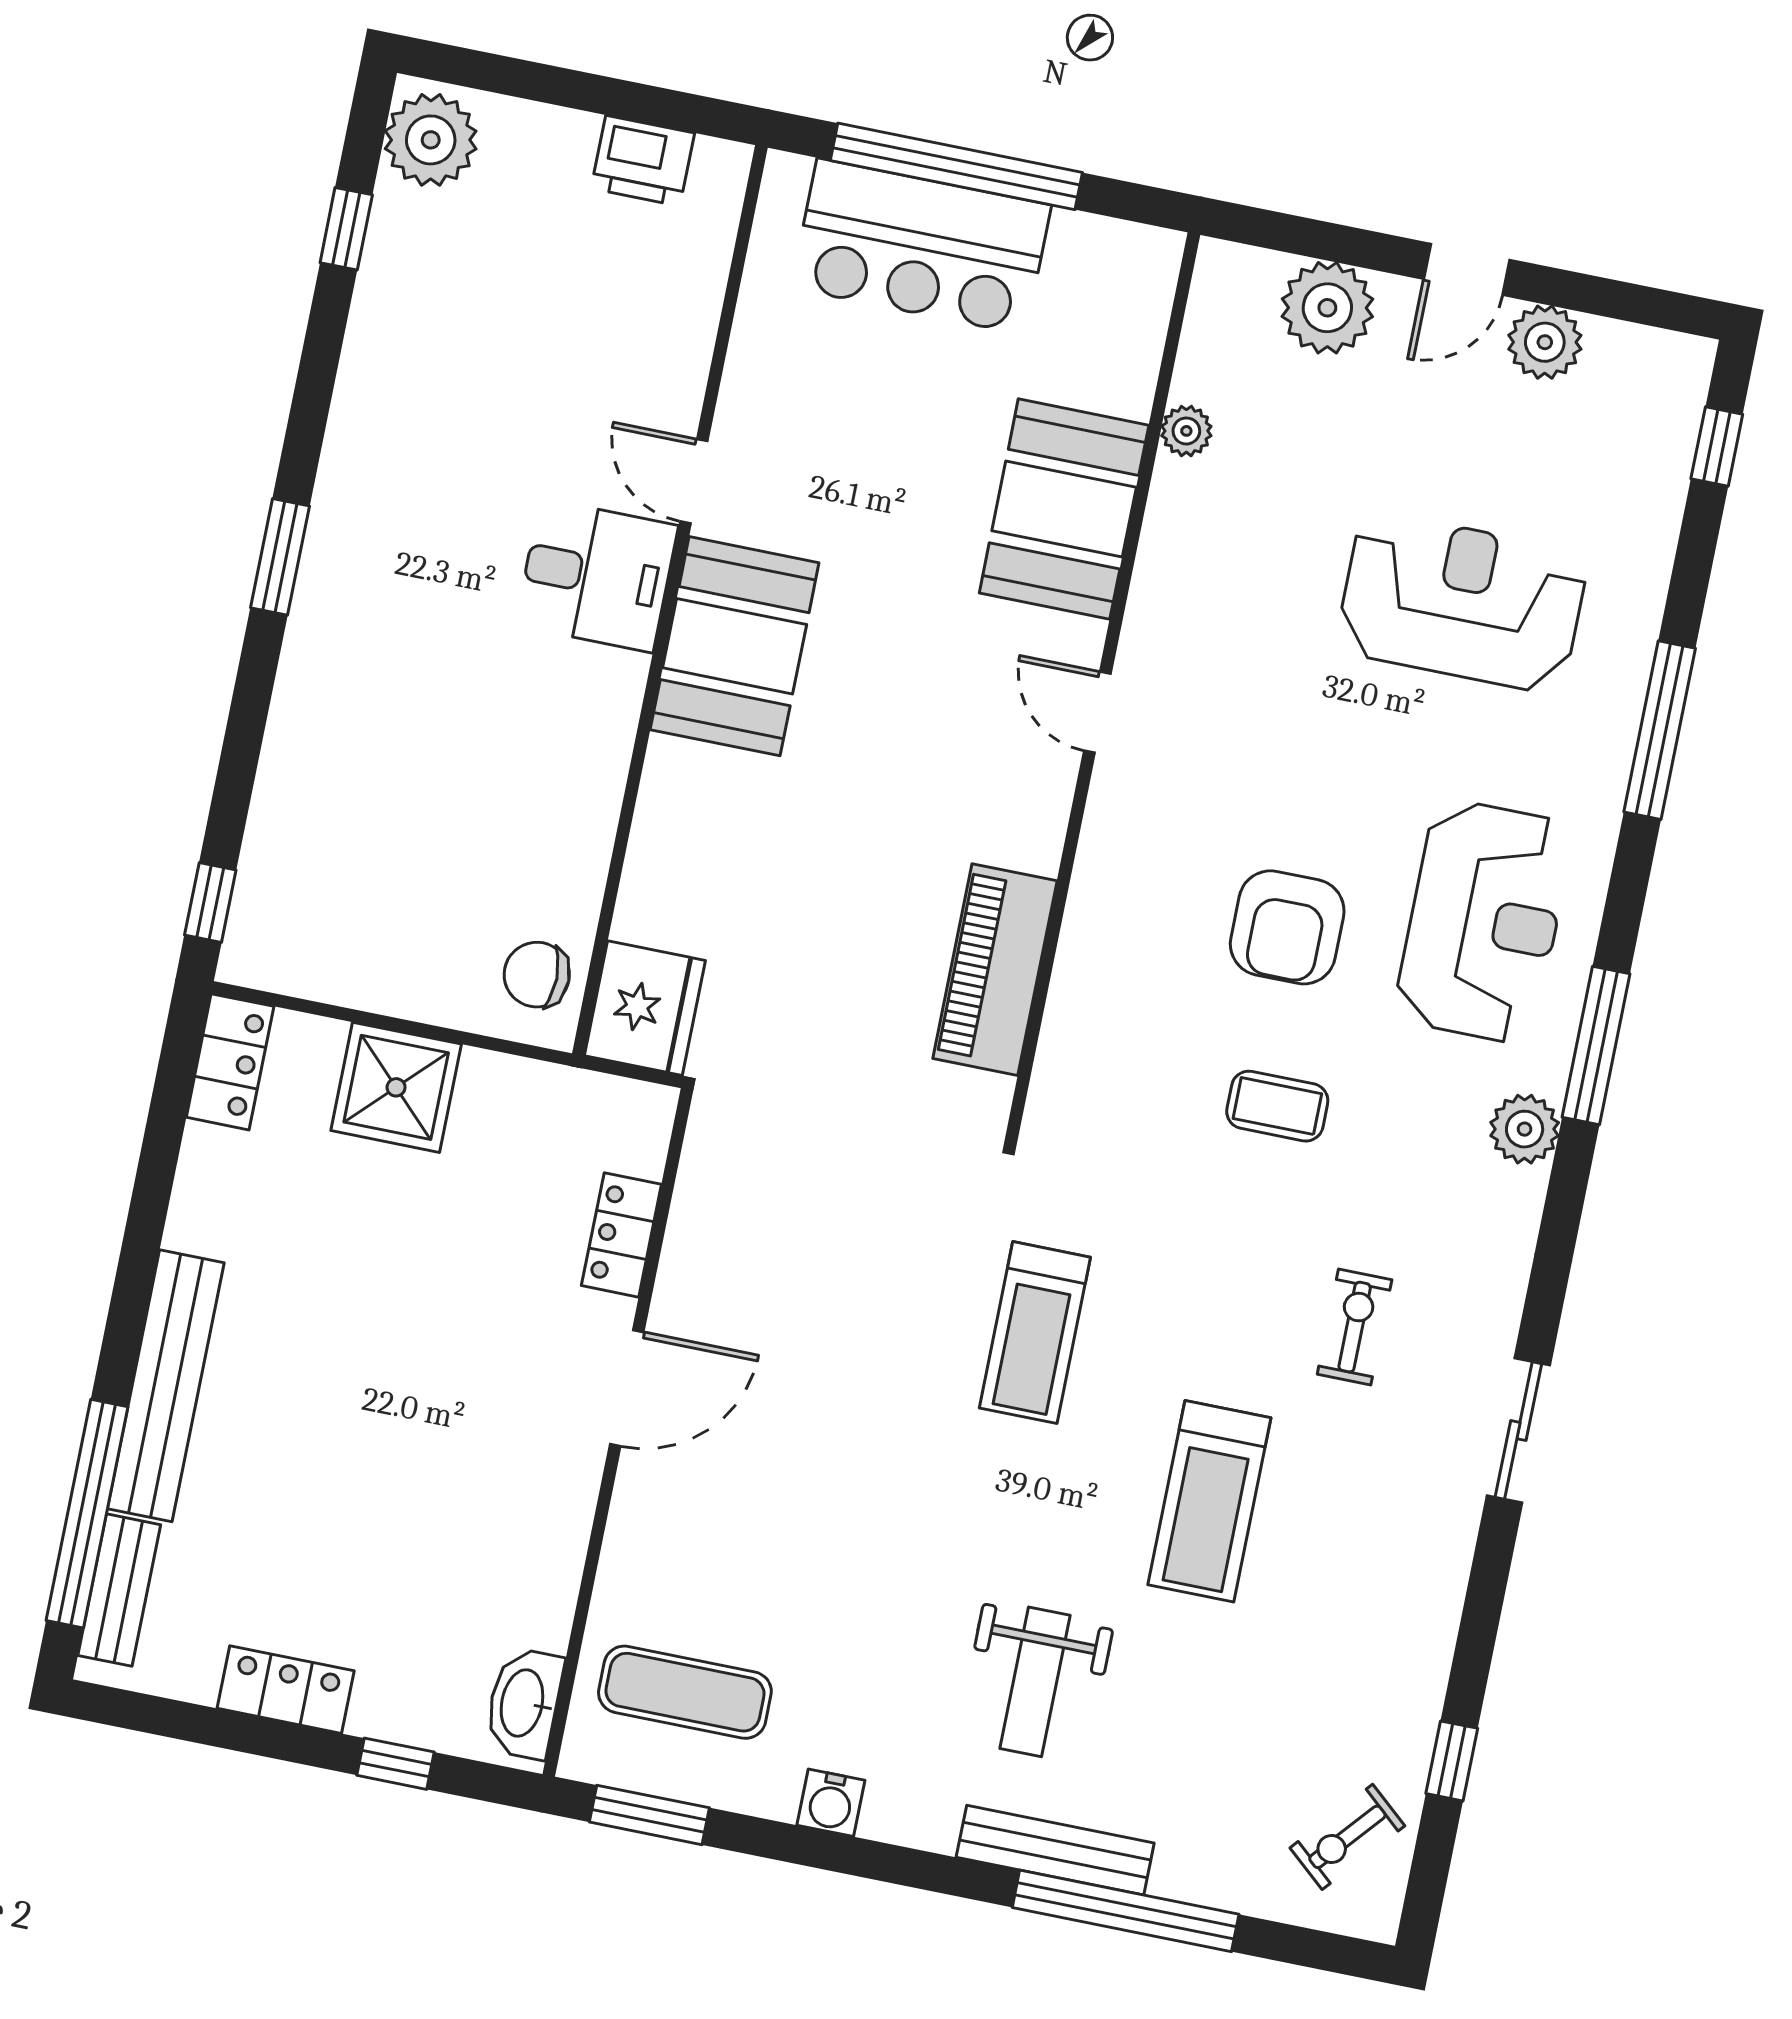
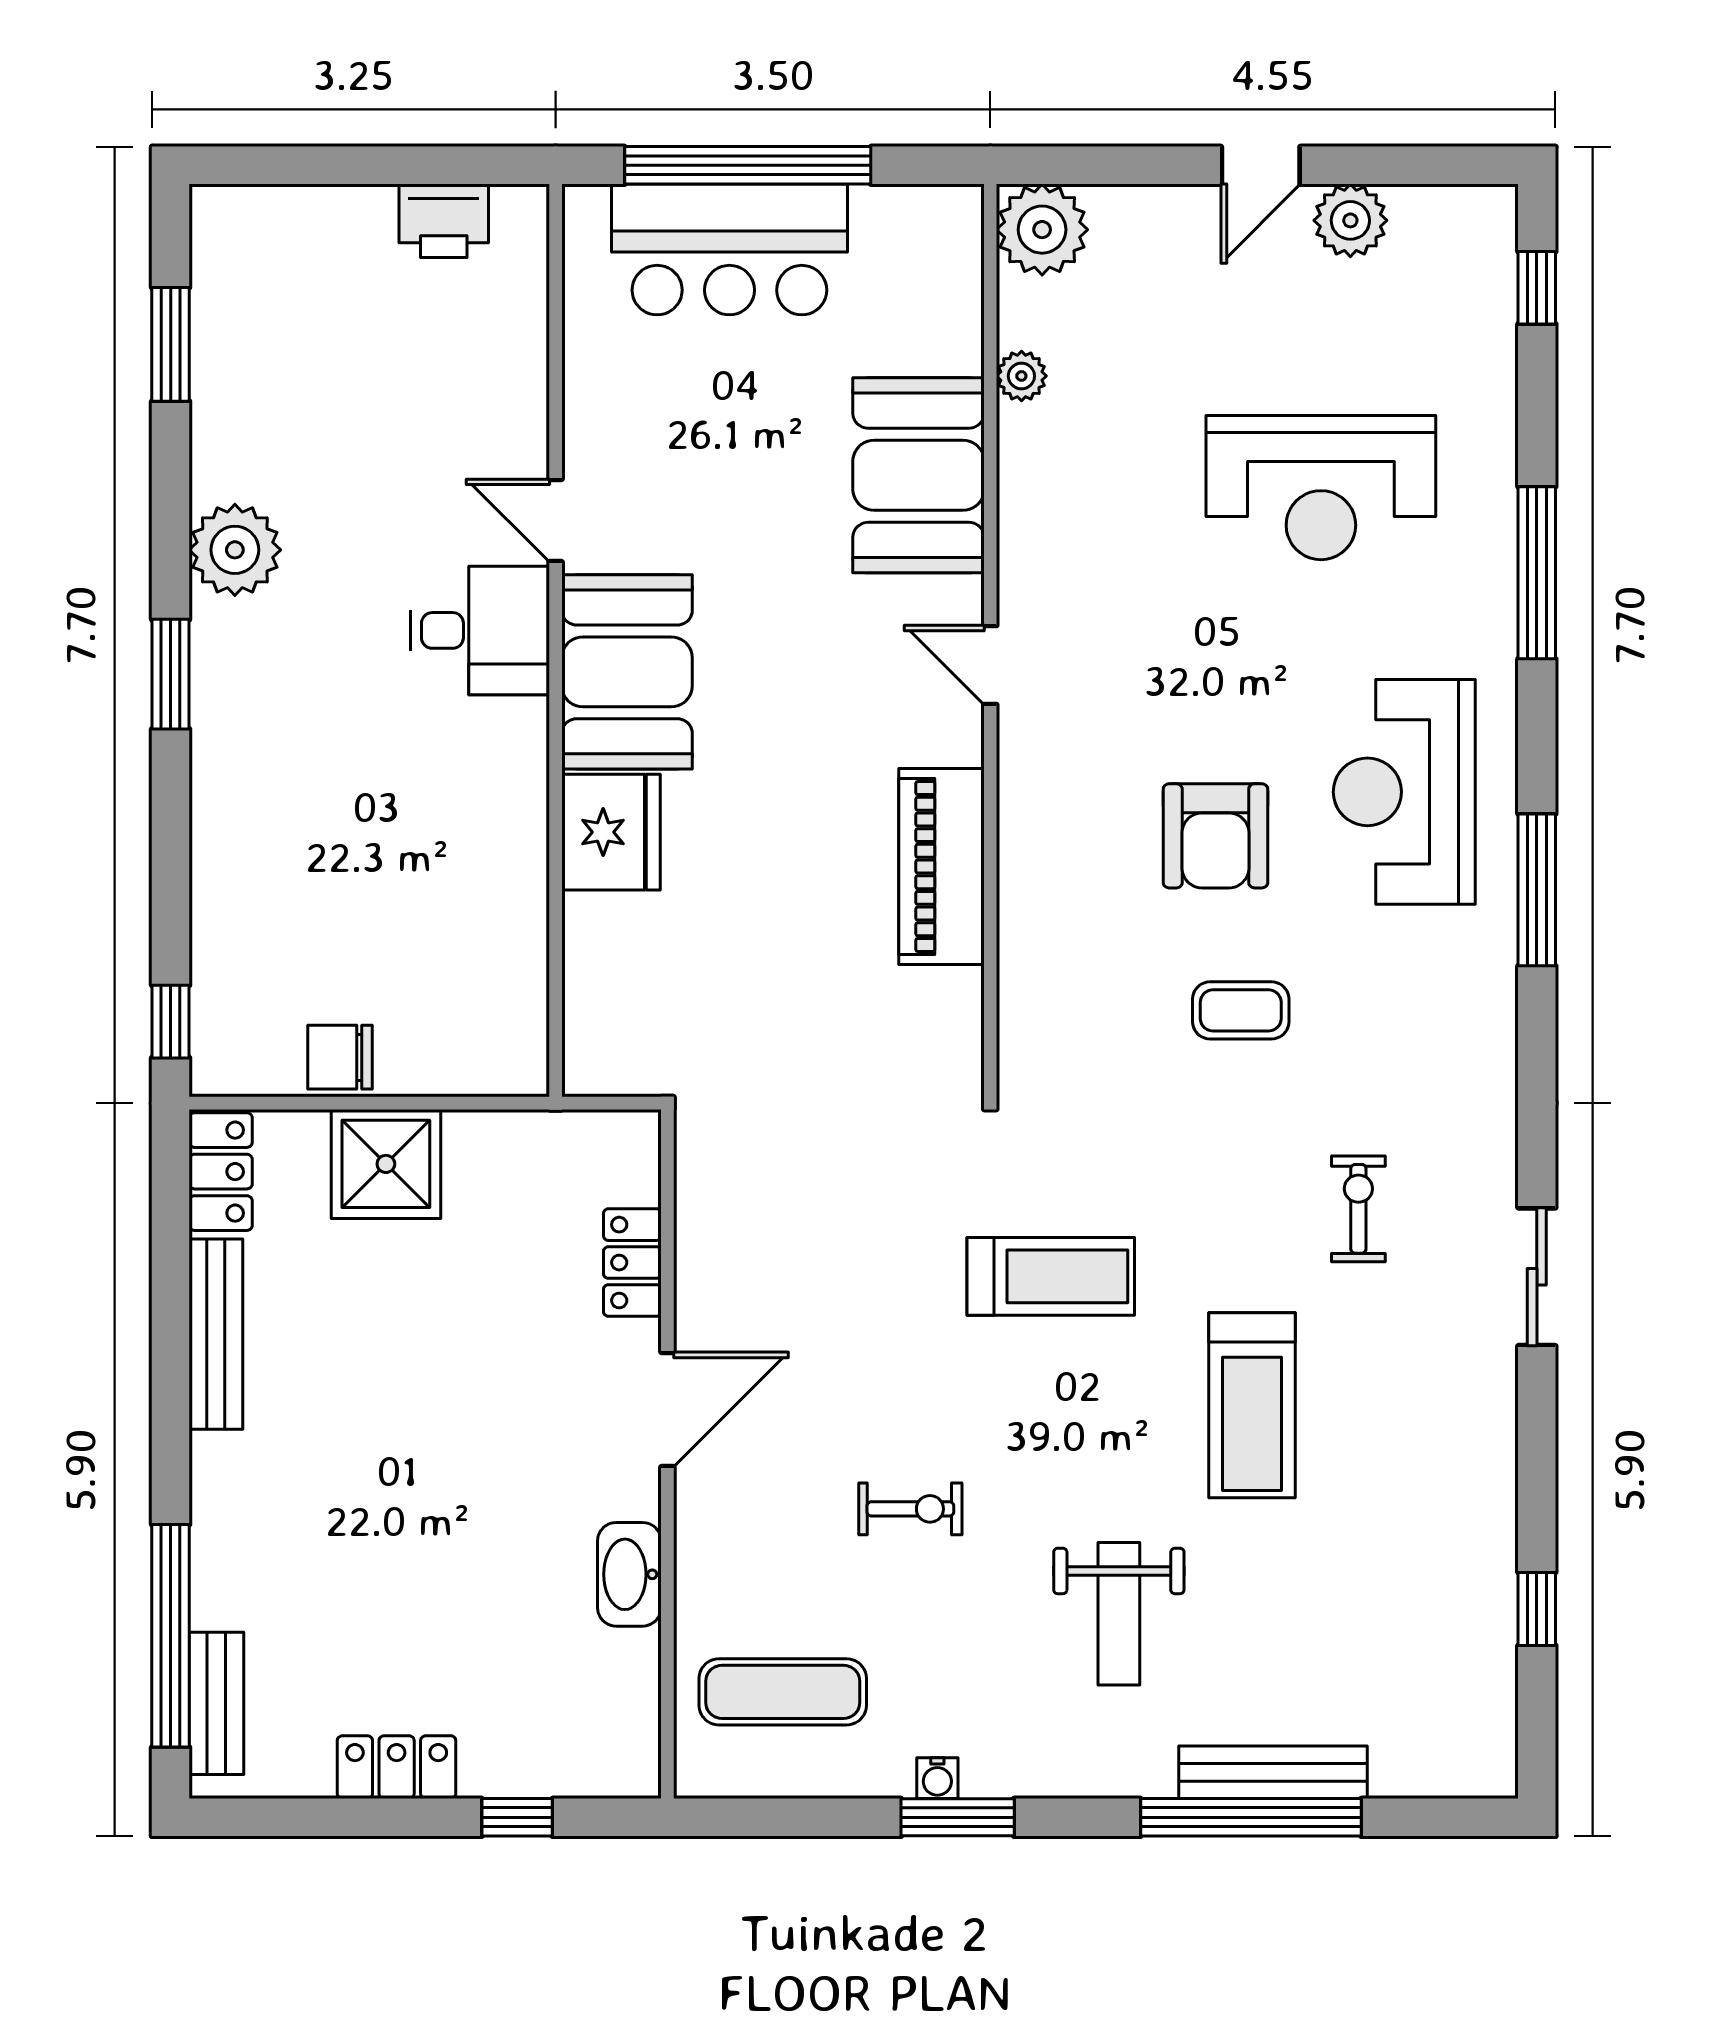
plant: (431, 140) -> (235, 550), moved
window: (346, 229) -> (171, 344), width x1.50
plant: (1327, 308) -> (1042, 230), moved
reception desk: (1462, 602) -> (1321, 488), turned 180
reception desk: (1484, 921) -> (1404, 792), turned 180
piano: (995, 970) -> (941, 866), moved
chair: (537, 975) -> (340, 1057), moved
fridge: (645, 1008) -> (611, 832), moved
plant: (1525, 1129) -> (1484, 984), removed
treadmill: (1035, 1333) -> (1051, 1276), turned -90
bench: (166, 1386) -> (216, 1334), moved, width x0.73, depth x0.82
washbasin: (524, 1703) -> (629, 1574), moved
water cooler: (831, 1803) -> (937, 1778), width x0.72, depth x0.72
window: (649, 1815) -> (958, 1817), moved
exercise bike: (1347, 1837) -> (910, 1509), moved, turned -131
bench: (1055, 1850) -> (1273, 1772), moved

